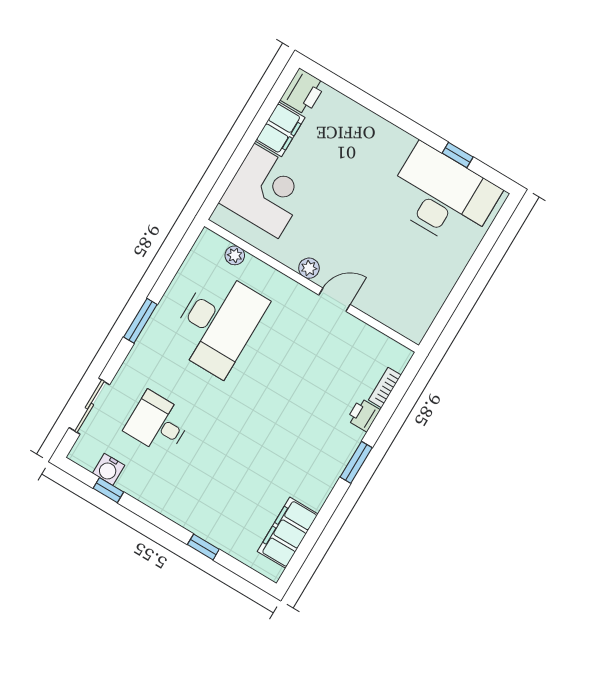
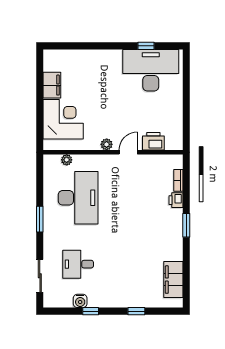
printer: (303, 92) -> (153, 141), moved, turned -90
water cooler: (109, 469) -> (80, 301), moved
window: (108, 490) -> (91, 311), moved

